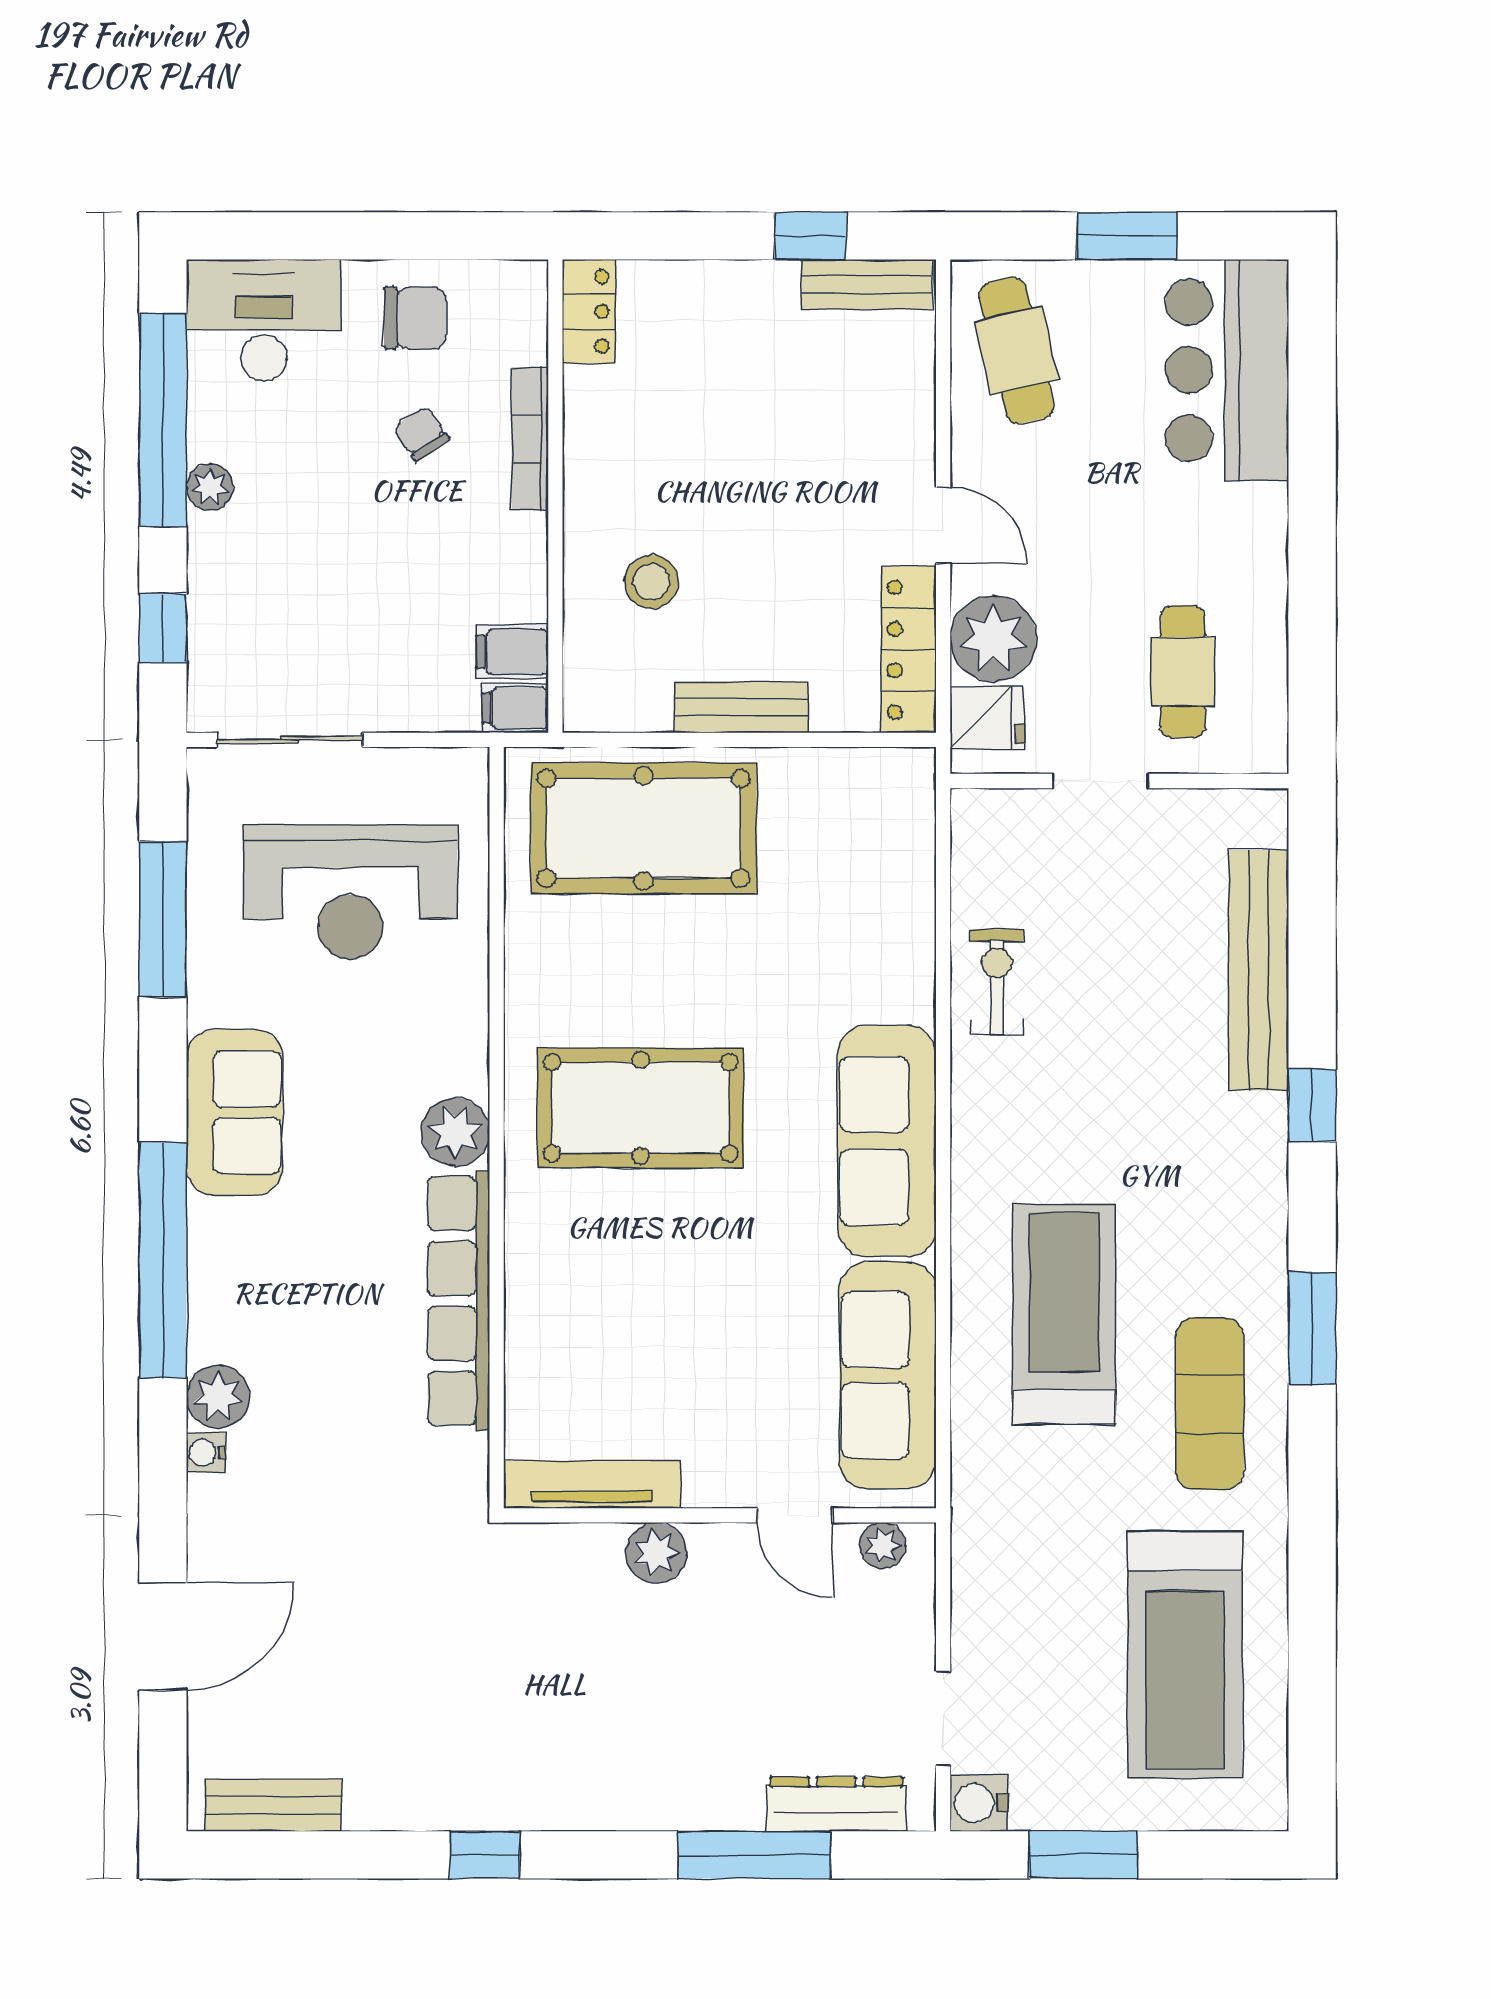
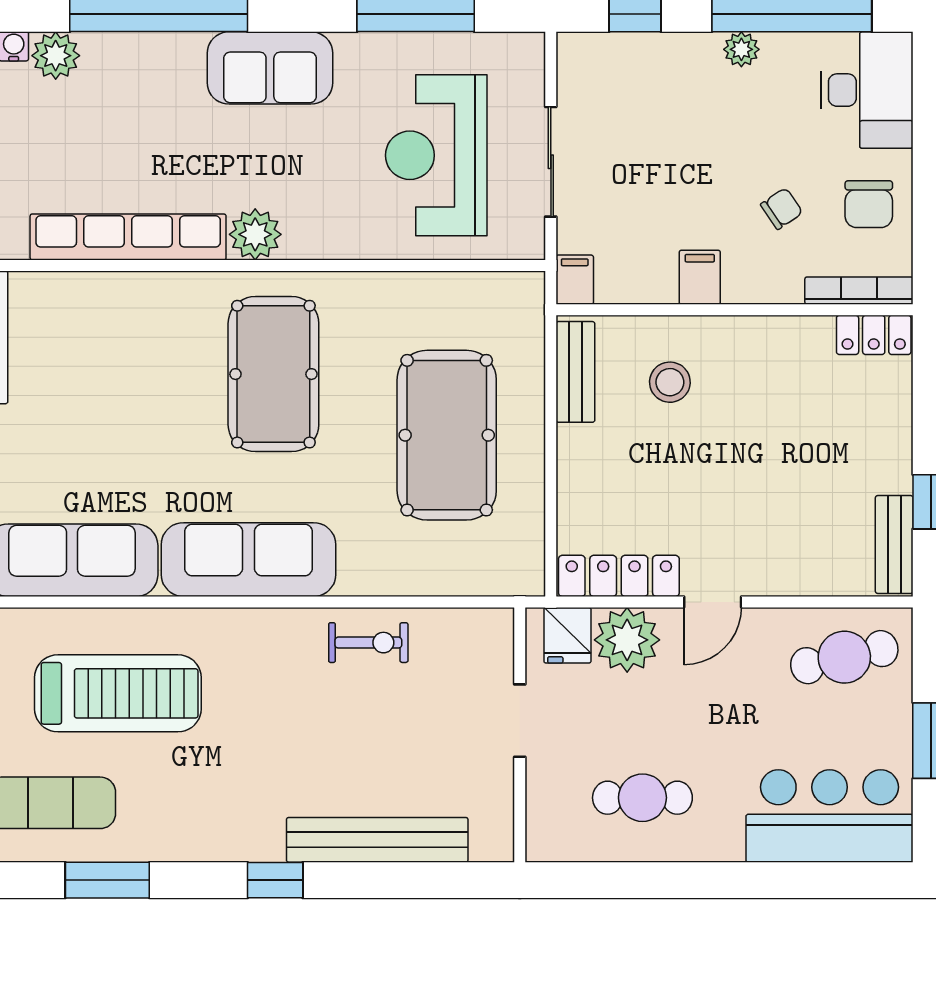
bookcase: (530, 439) -> (859, 291), moved
filing cabinet: (512, 652) -> (700, 277), moved
cafe table: (1183, 672) -> (642, 798), moved
bench: (741, 707) -> (575, 372), moved
sliding door: (290, 740) -> (551, 162), moved
pool table: (644, 828) -> (447, 435), moved

